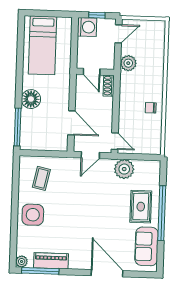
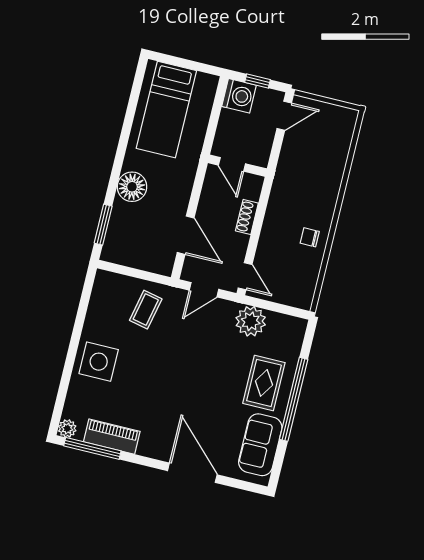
plant: (128, 63) -> (290, 163), removed
shoe rack: (109, 86) -> (247, 217), moved
window: (18, 127) -> (103, 225), width x0.69
coffee table: (41, 178) -> (146, 310), moved

